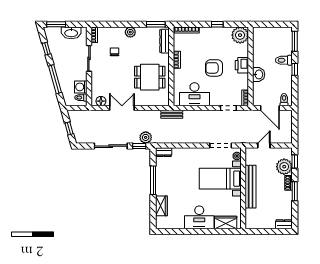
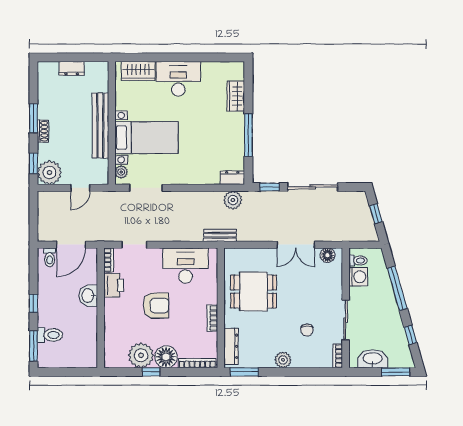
floor lamp: (207, 34) -> (166, 357), added
plant: (240, 35) -> (141, 355), moved
toilet: (284, 60) -> (50, 335), moved
printer: (242, 65) -> (114, 285), moved
door: (270, 108) -> (71, 245), swing flipped
plant: (146, 137) -> (233, 200), moved
plant: (284, 167) -> (49, 173), moved
dresser: (284, 224) -> (72, 68), moved

